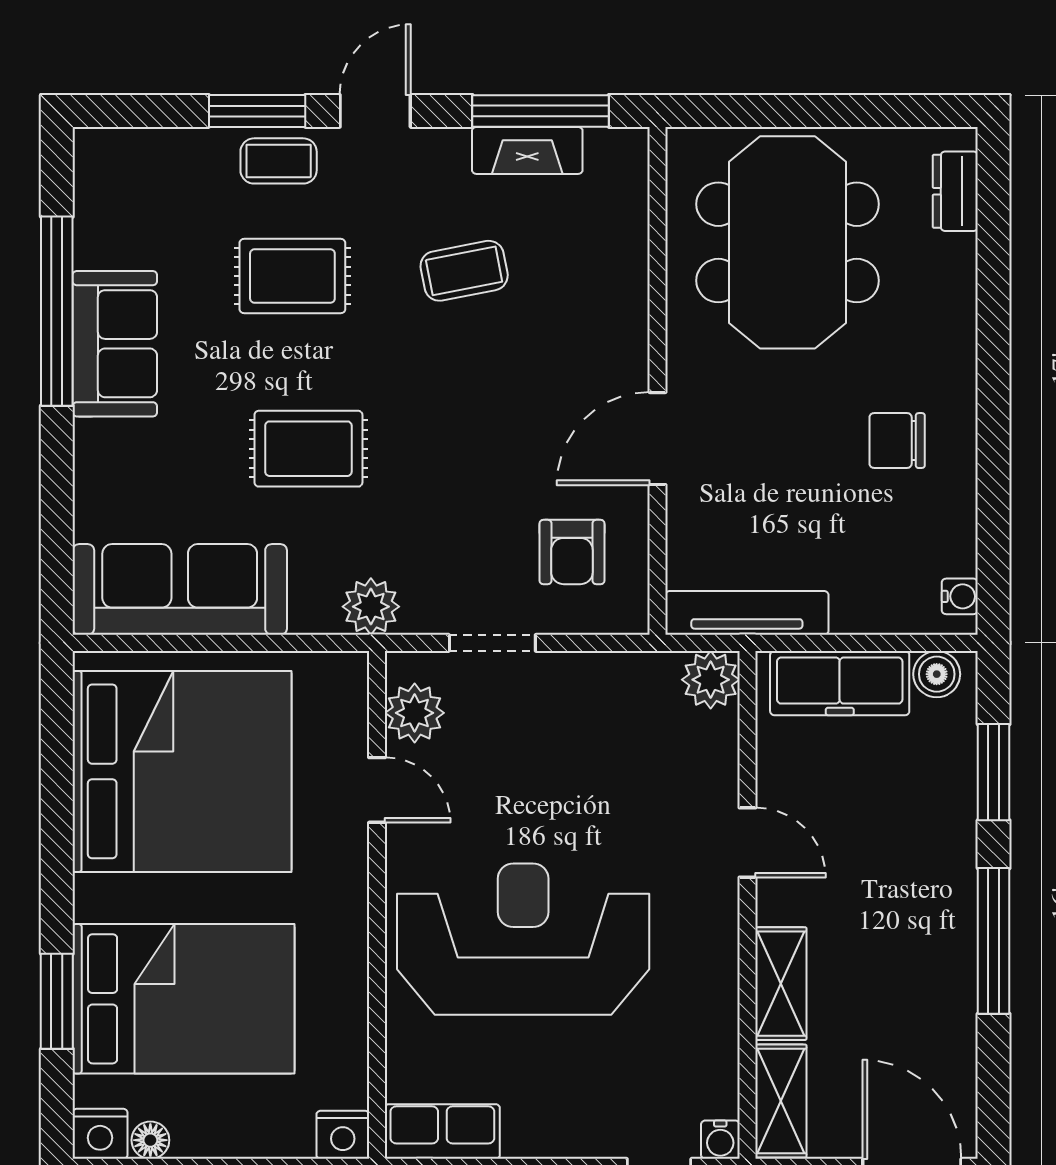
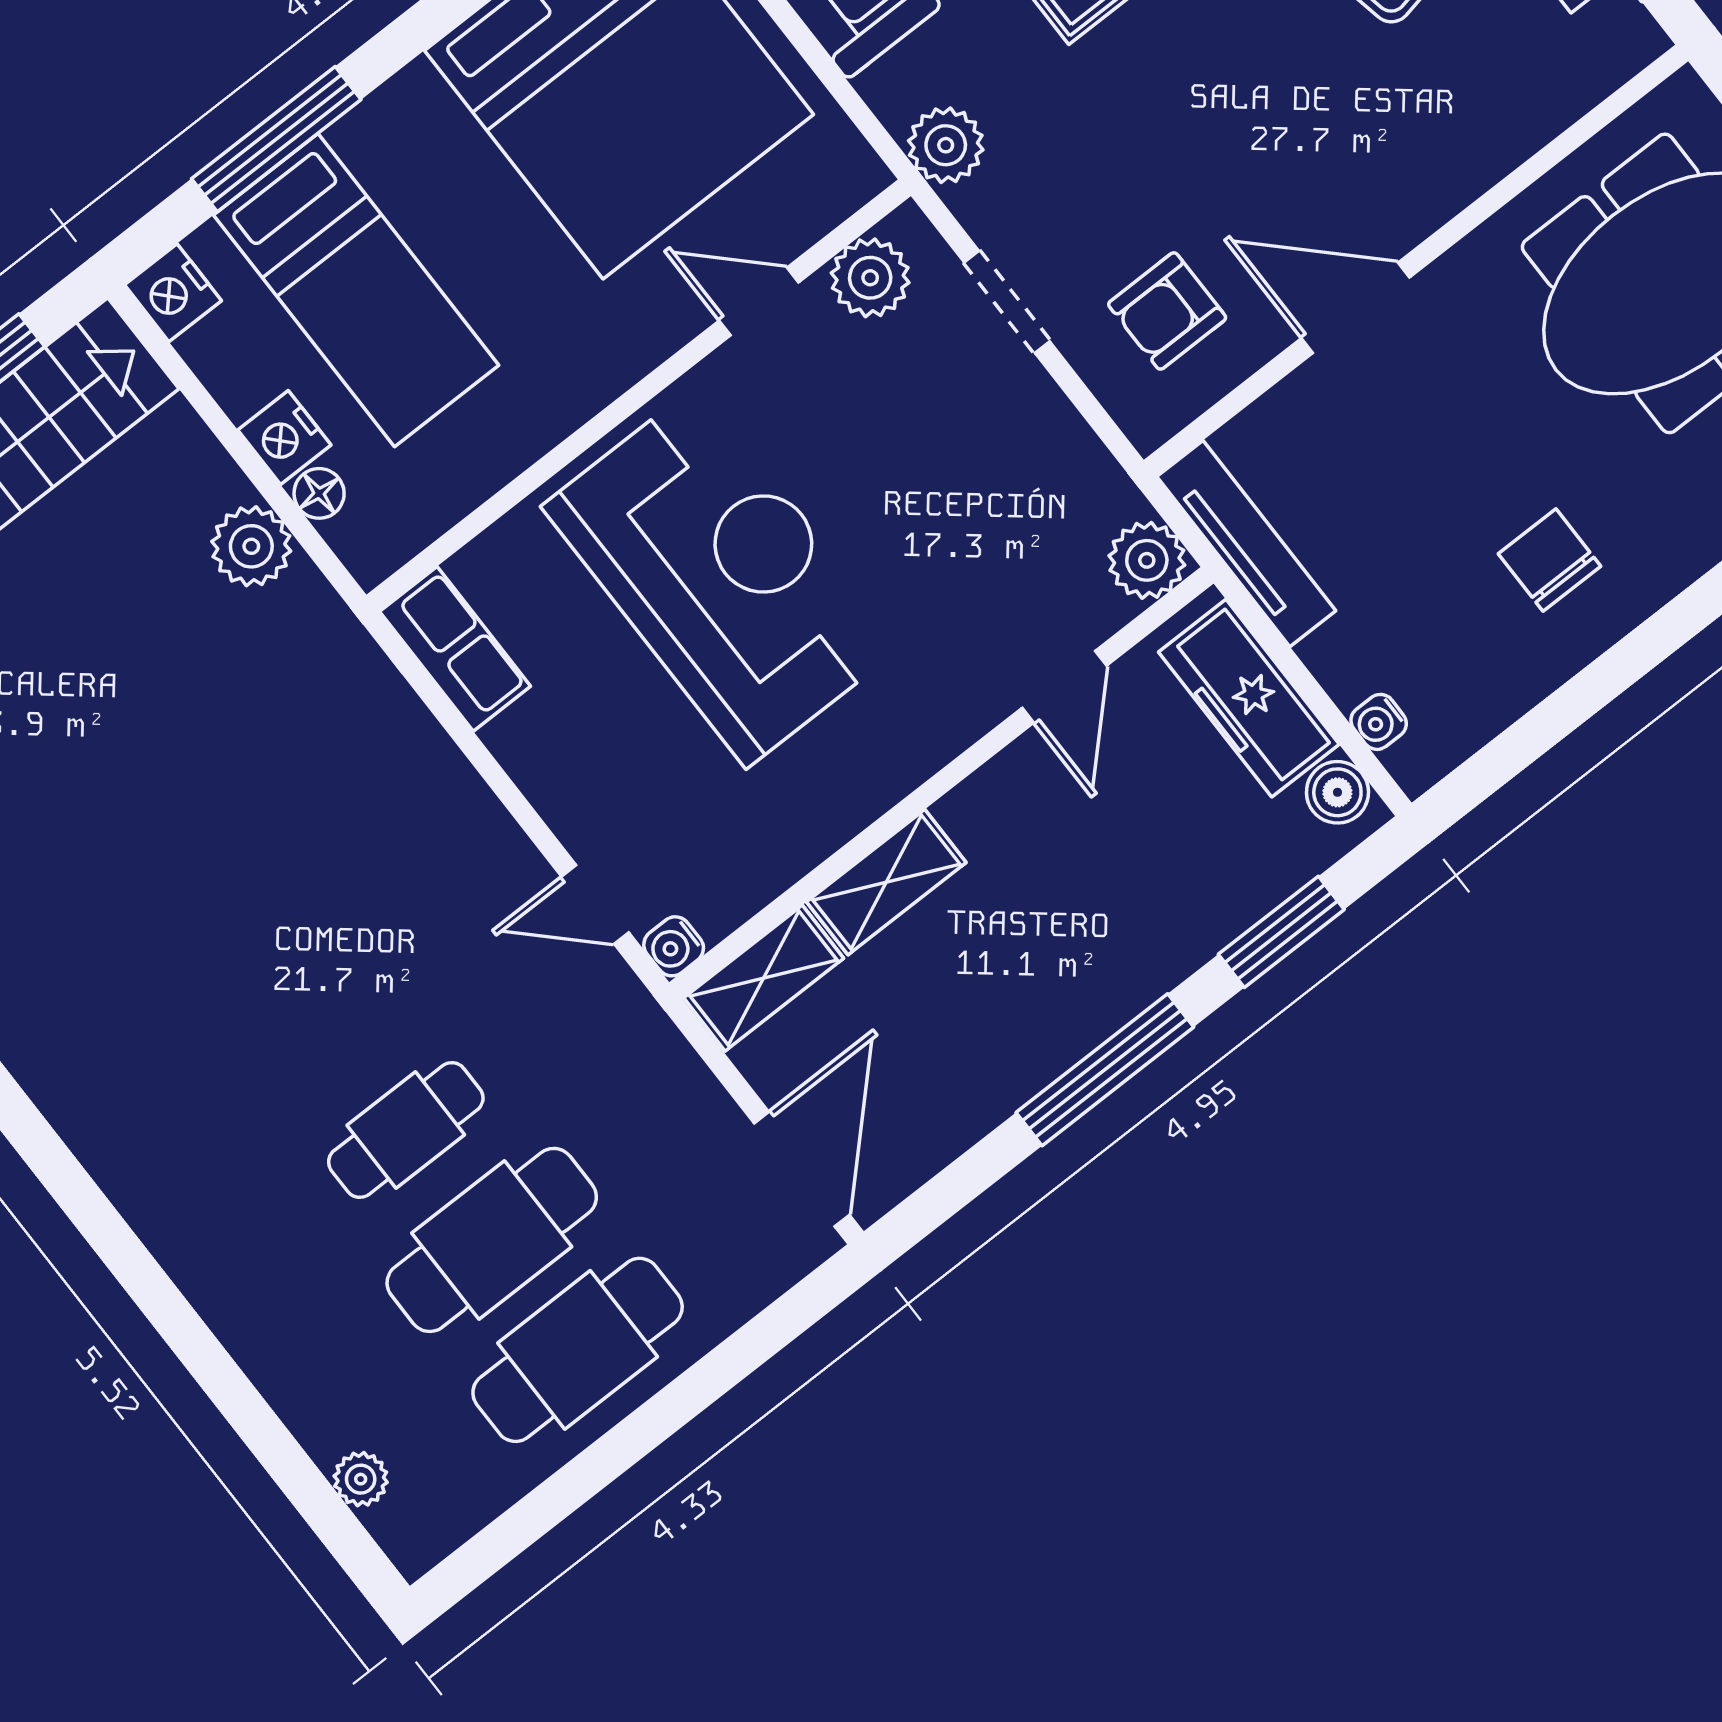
water cooler: (960, 596) -> (1379, 722), moved, turned 90
door: (377, 790) -> (759, 301), swing flipped
door: (747, 842) -> (1064, 687), moved
bed: (183, 999) -> (356, 290), width x0.67
window: (57, 1001) -> (276, 139), width x1.44
nightstand: (343, 1135) -> (284, 437), moved
floor lamp: (150, 1140) -> (319, 493), moved

